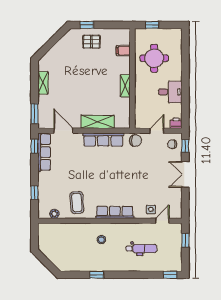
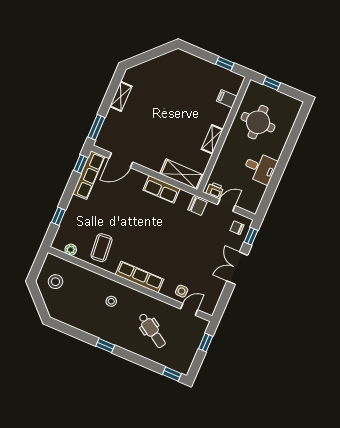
window: (87, 25) -> (225, 64), moved
pallet: (91, 42) -> (195, 73), removed
shelving: (98, 122) -> (182, 174), moved
printer: (176, 123) -> (215, 190), moved
door: (63, 131) -> (121, 160), swing flipped
row of seats: (103, 140) -> (162, 189), width x0.68
stool: (53, 243) -> (55, 282), added
dental chair: (141, 249) -> (152, 331), turned 33
window: (97, 275) -> (105, 346), moved

